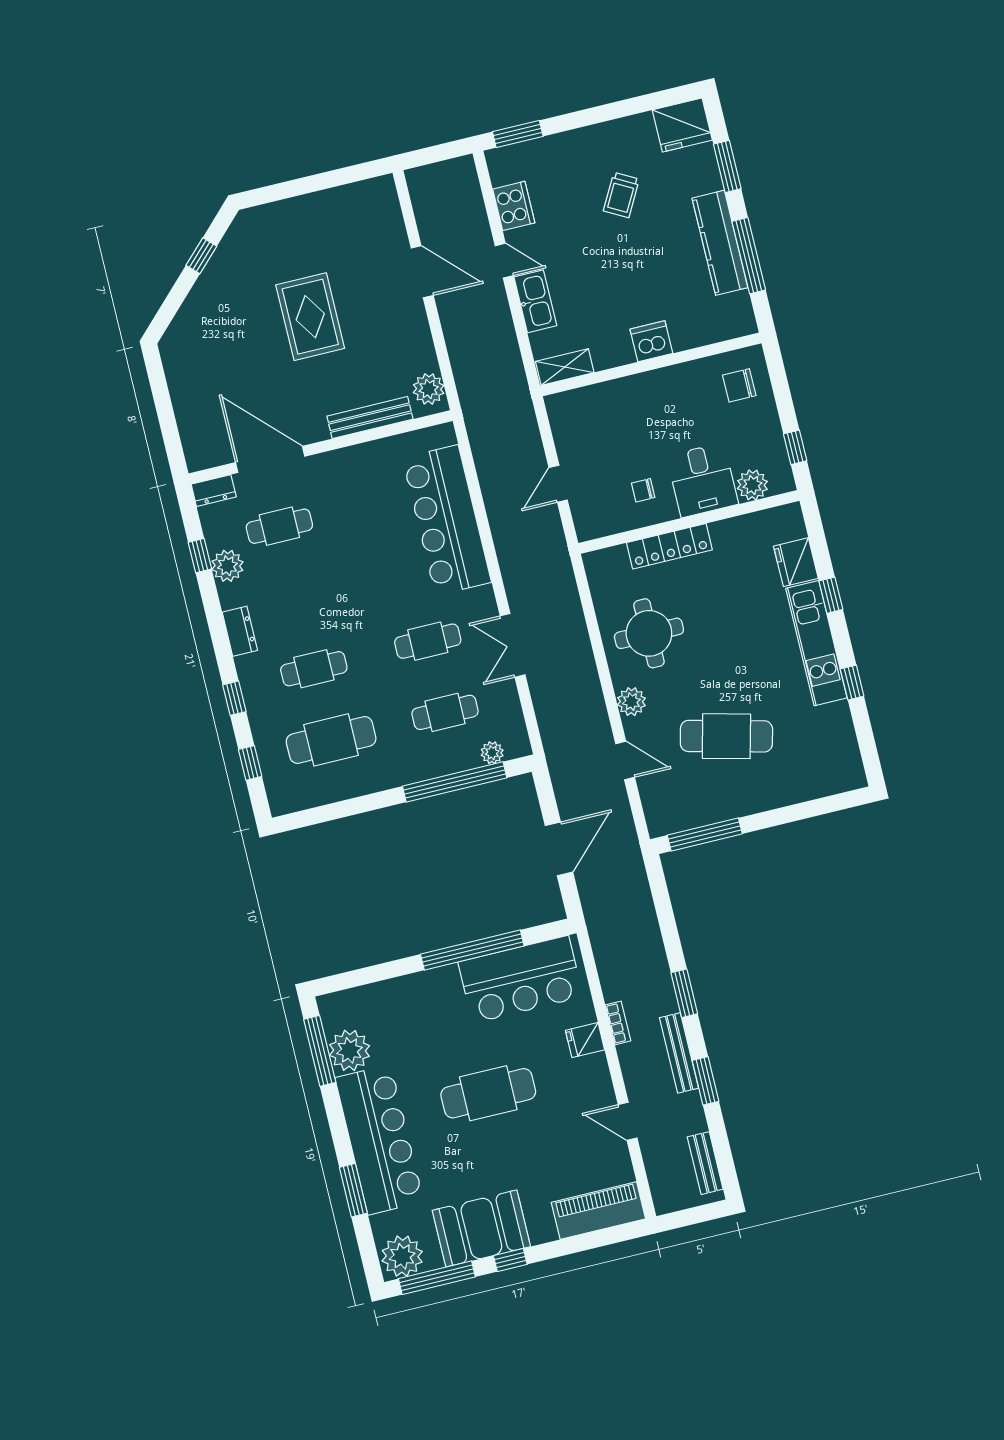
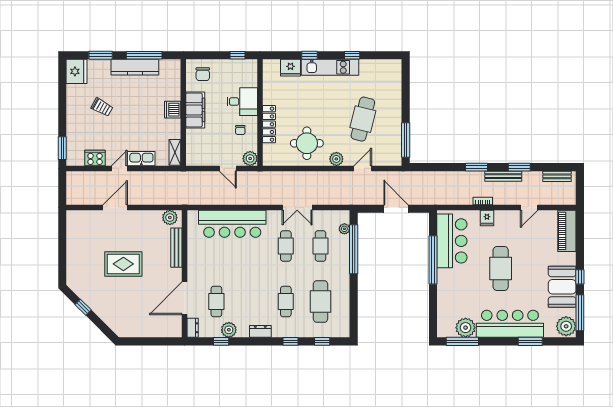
filing cabinet: (662, 388) -> (195, 110), added
plant: (752, 485) -> (250, 158), moved

